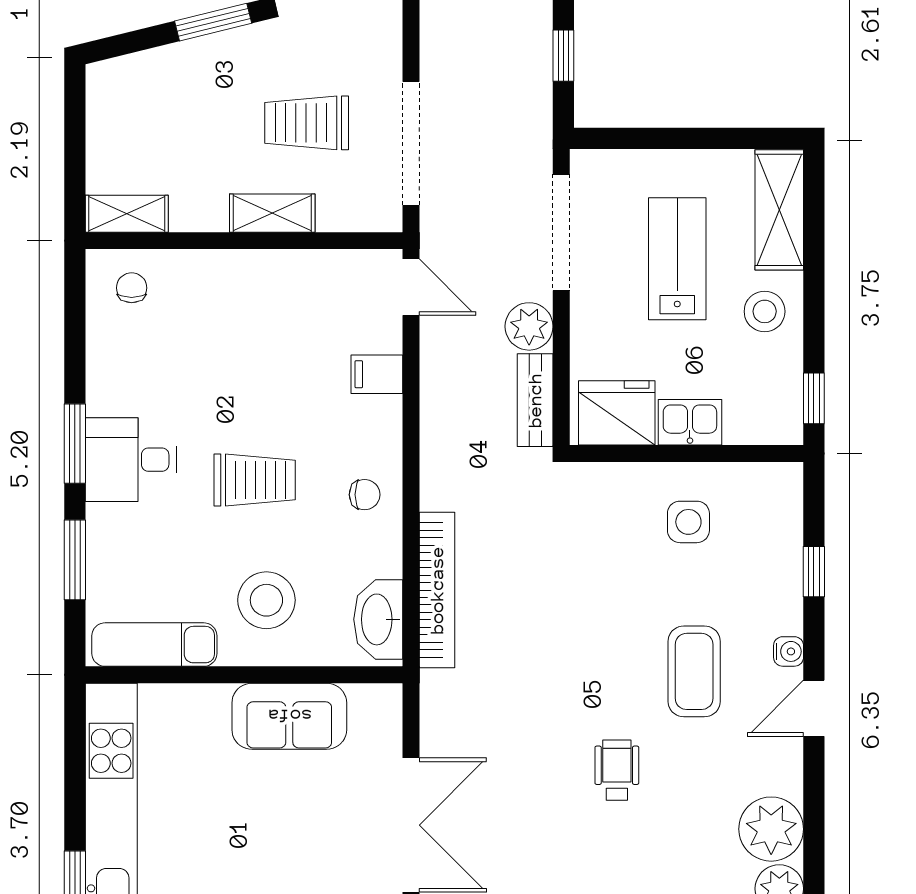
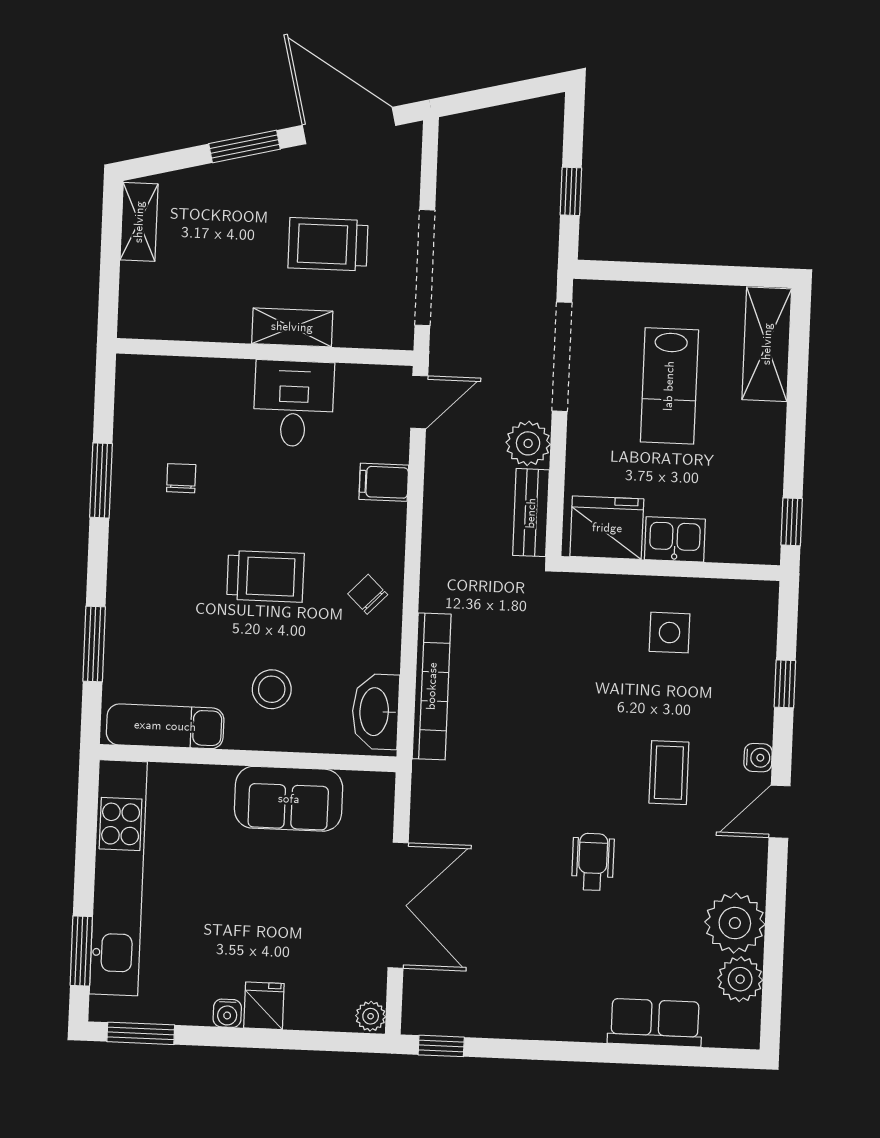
shelving: (127, 214) -> (139, 222), moved, turned 90
lab bench: (677, 259) -> (669, 386), turned 180
door: (411, 287) -> (419, 402), hinge flipped
chair: (132, 288) -> (181, 478), moved
stool: (765, 311) -> (749, 439), removed
window: (75, 444) -> (101, 480), moved
desk: (131, 460) -> (294, 404), moved, turned 90
chair: (365, 495) -> (368, 594), turned -136
stool: (266, 600) -> (272, 689), width x0.73, depth x0.73
coffee table: (694, 671) -> (669, 773), width x0.73, depth x0.77

